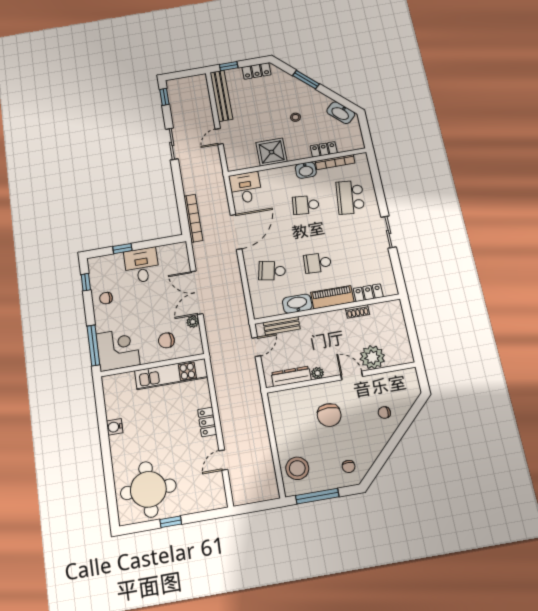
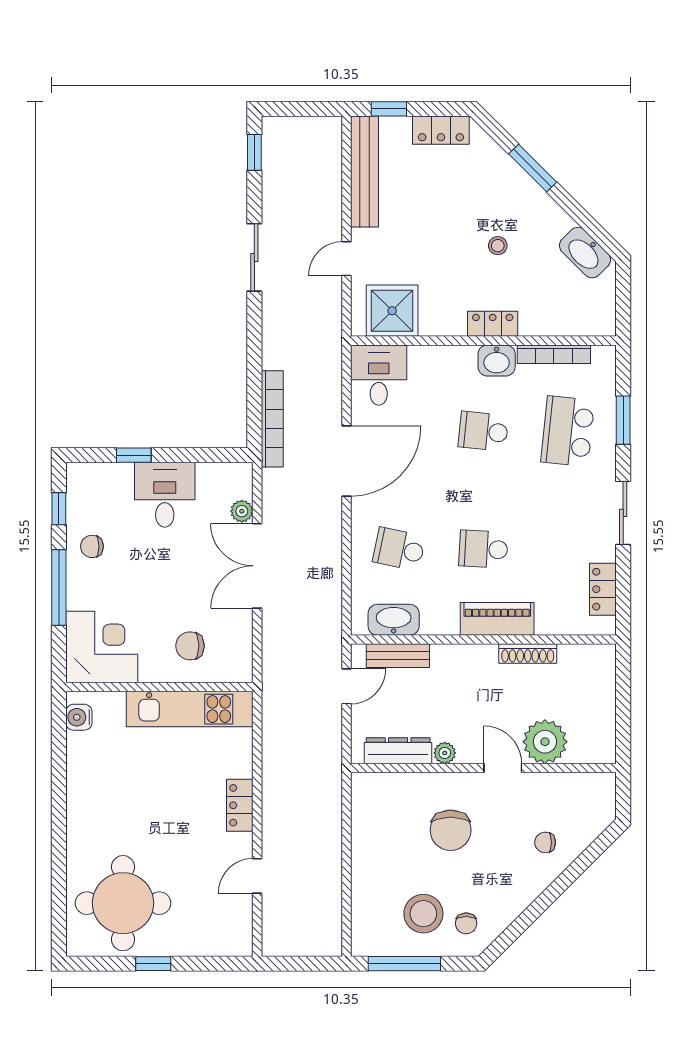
locker: (324, 149) -> (493, 324), moved
shower: (272, 152) -> (392, 311), moved
window: (378, 187) -> (623, 420), added
locker: (368, 293) -> (603, 589), moved, turned -90
washbasin: (297, 304) -> (394, 620), moved
shoe rack: (358, 311) -> (528, 654), width x1.43
plant: (193, 322) -> (242, 511), moved
window: (93, 345) -> (59, 587), moved
water cooler: (115, 427) -> (79, 717), moved
stool: (297, 468) -> (423, 914), moved

